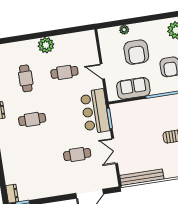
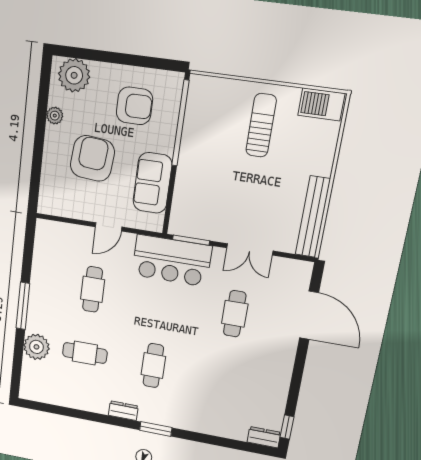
plant: (124, 30) -> (55, 116), moved
window: (41, 35) -> (23, 306), added
plant: (46, 45) -> (36, 347), moved
armchair: (136, 52) -> (92, 158), turned -85

